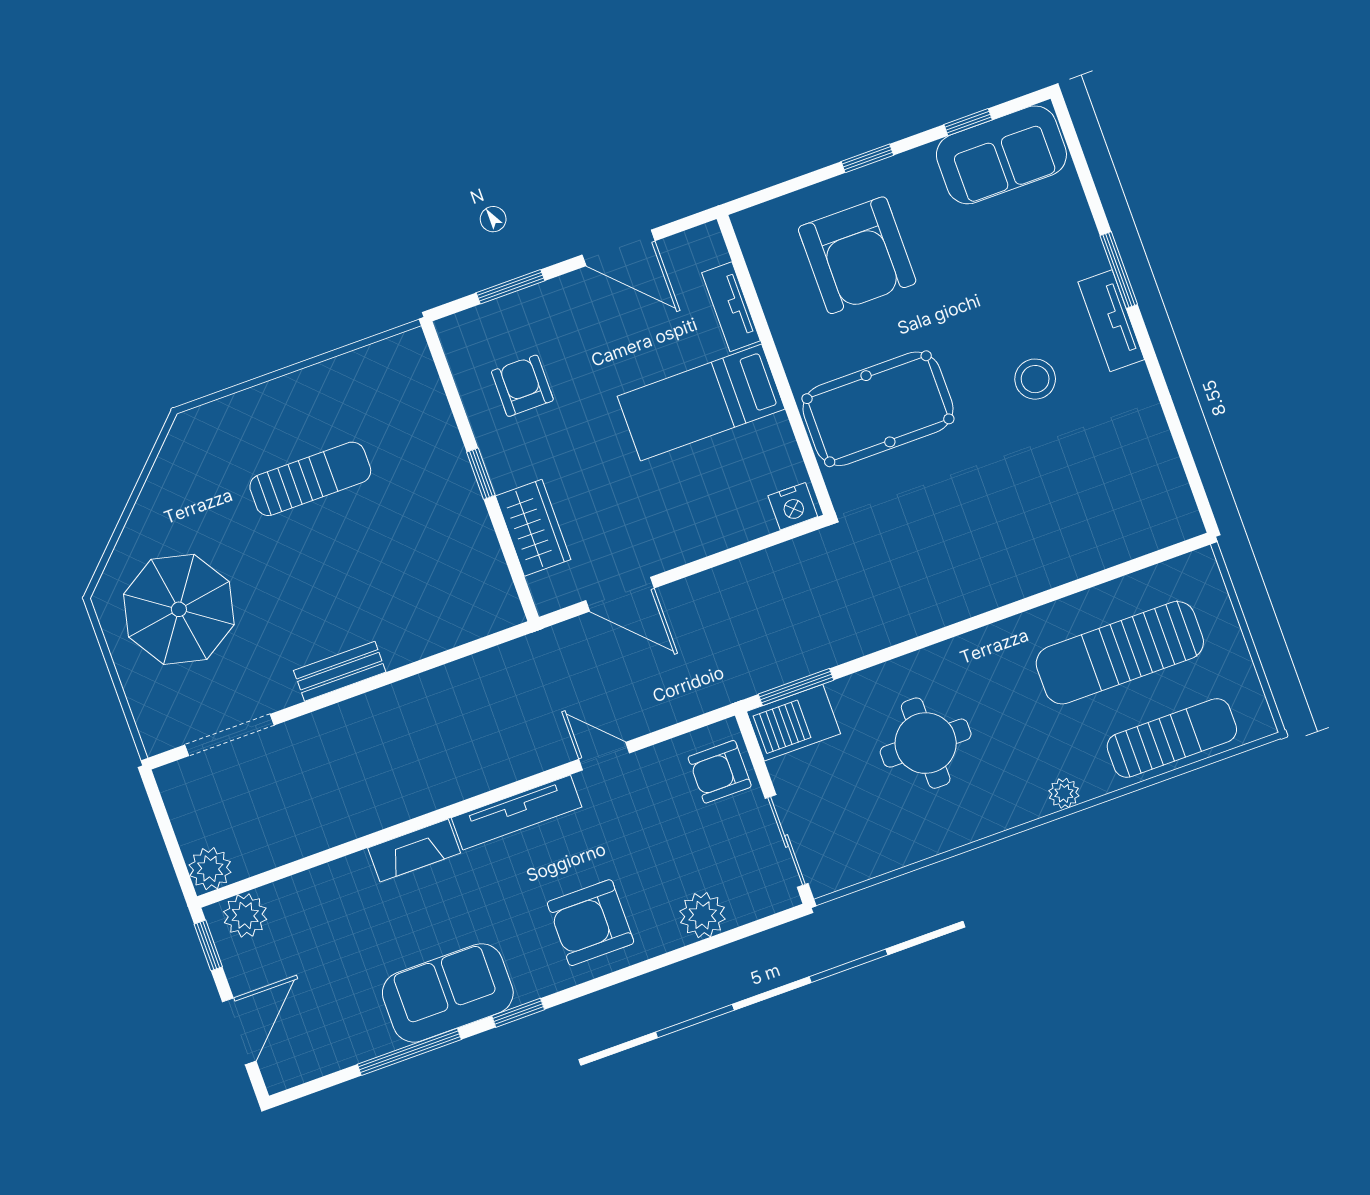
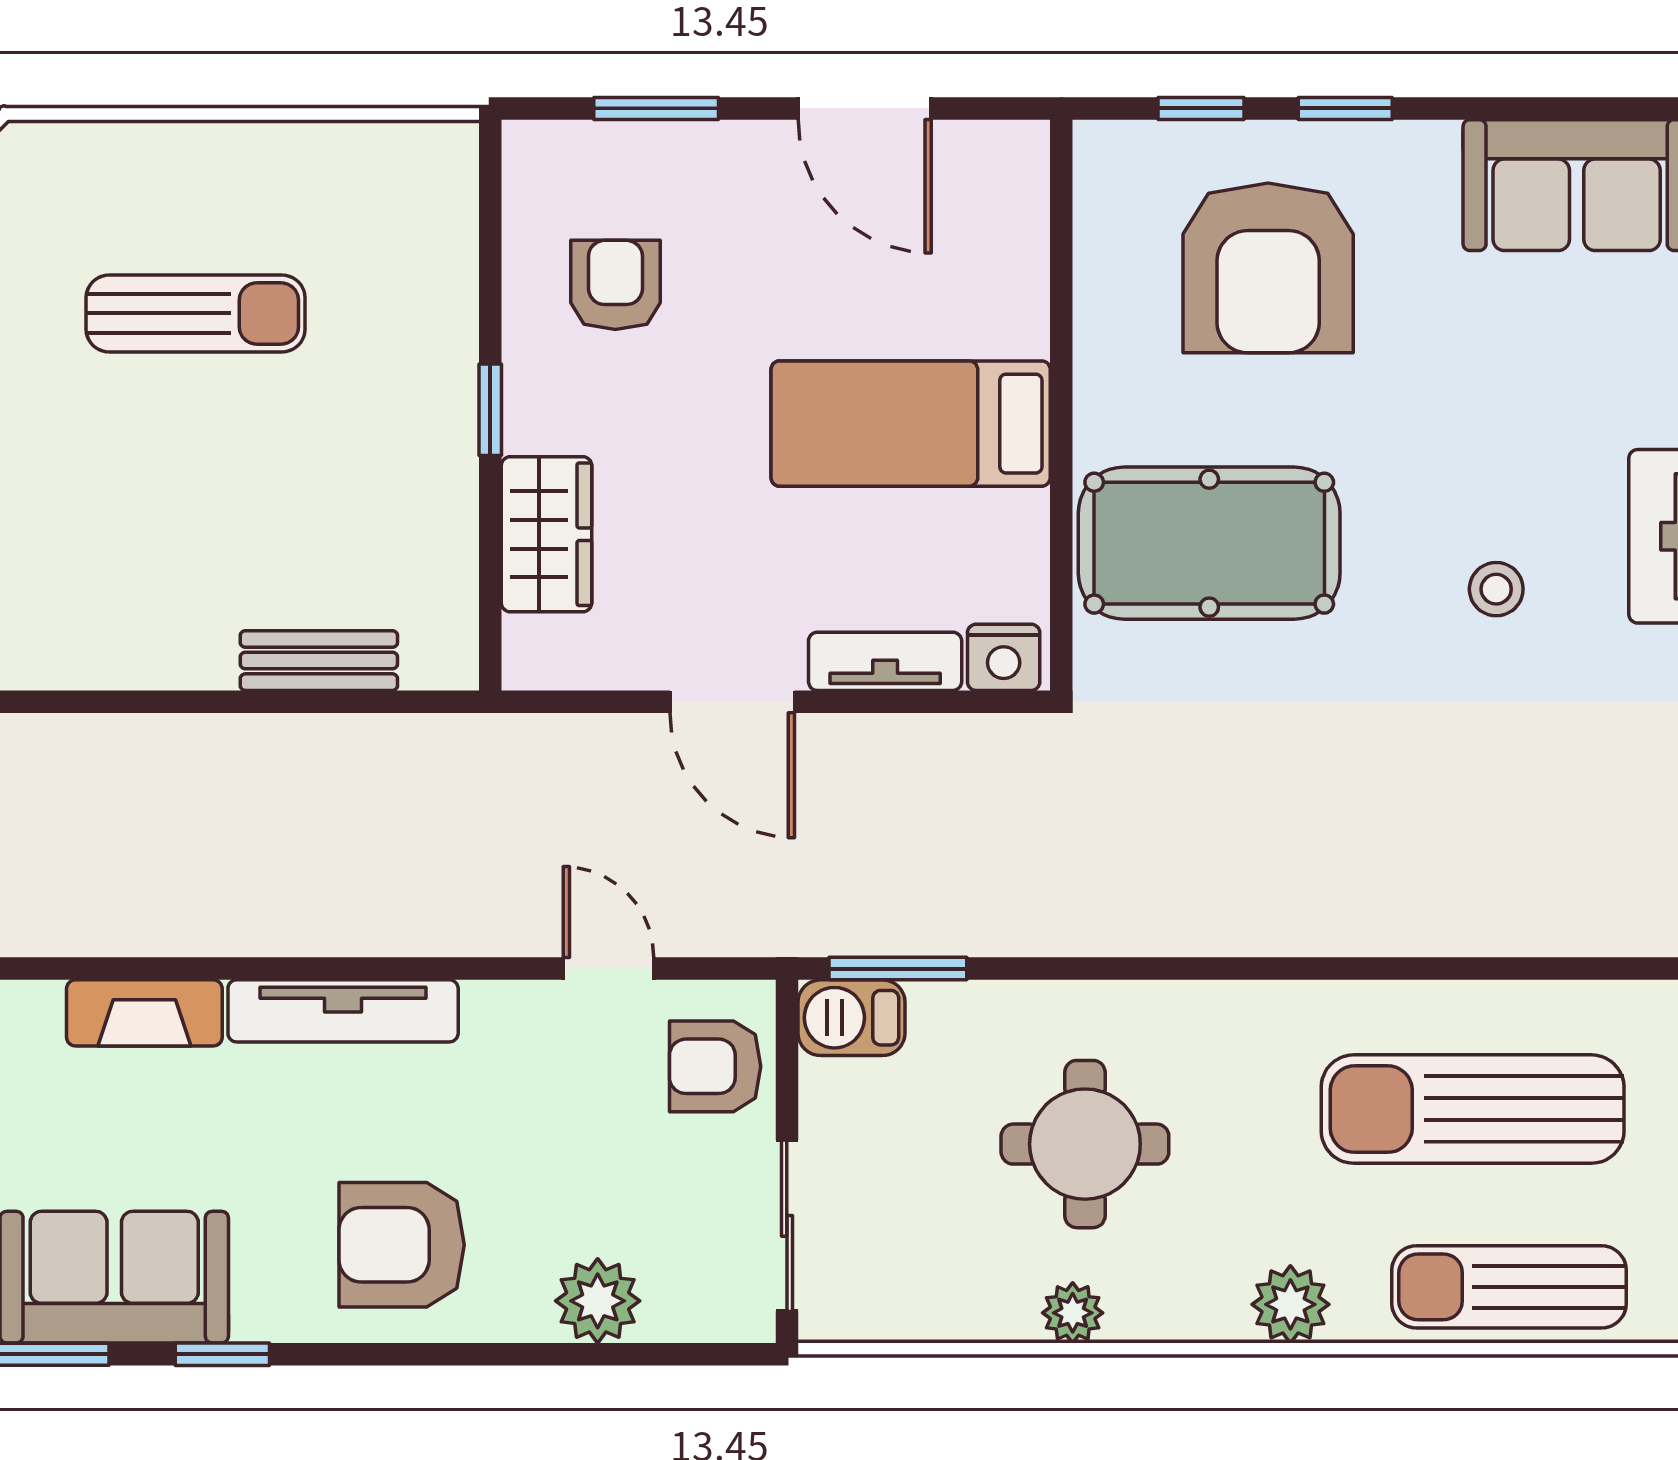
window: (968, 122) -> (1201, 108), moved
tv unit: (731, 307) -> (885, 661), moved, turned 90
stool: (1035, 379) -> (1496, 589), width x0.73, depth x0.73
door: (620, 594) -> (732, 702), moved
bench: (340, 671) -> (319, 661), moved
barbecue: (793, 723) -> (852, 1018), width x0.73, depth x0.79
sun lounger: (1172, 738) -> (1509, 1287), turned 180
door: (604, 756) -> (608, 969), moved
plant: (1064, 793) -> (1290, 1304), width x1.38, depth x1.38
plant: (951, 833) -> (1073, 1313), added

